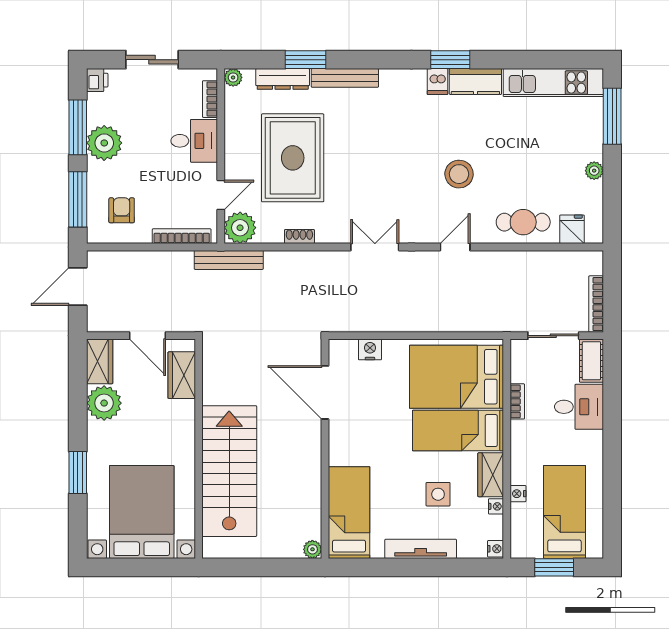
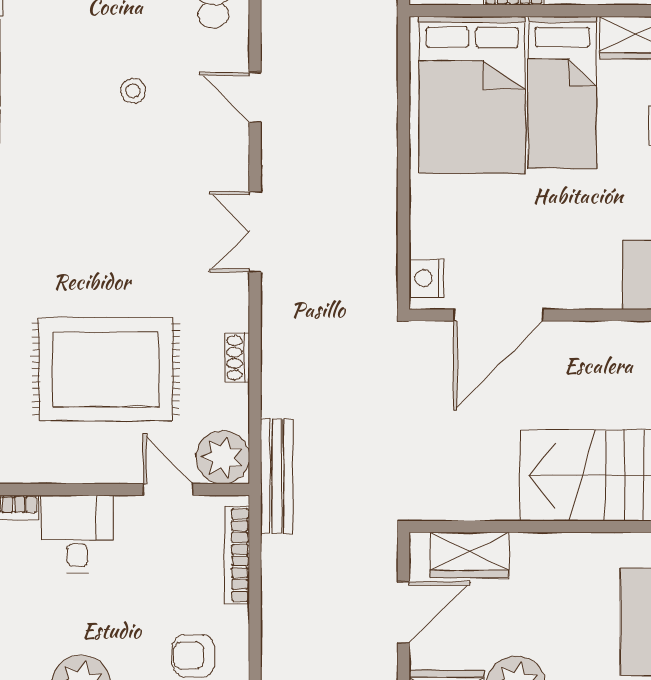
stool: (459, 174) -> (133, 91), width x0.53, depth x0.53
nightstand: (370, 349) -> (427, 278), moved

